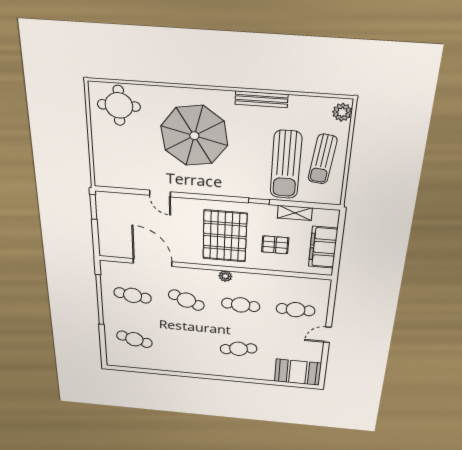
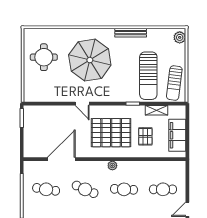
round table: (119, 105) -> (44, 57), moved
sun lounger: (322, 159) -> (174, 83), moved
door: (160, 194) -> (82, 104), moved
pallet: (225, 236) -> (111, 133), turned 90
pallet: (275, 245) -> (145, 136), turned 90
door: (153, 262) -> (61, 159), hinge flipped

